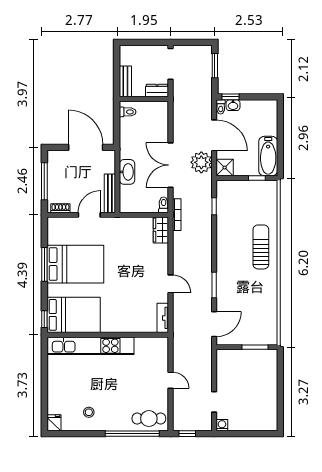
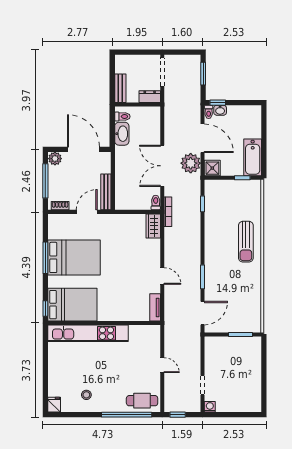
plant: (55, 157) -> (55, 159), added
washbasin: (127, 172) -> (122, 134), moved
sun lounger: (261, 247) -> (246, 242), turned 180

